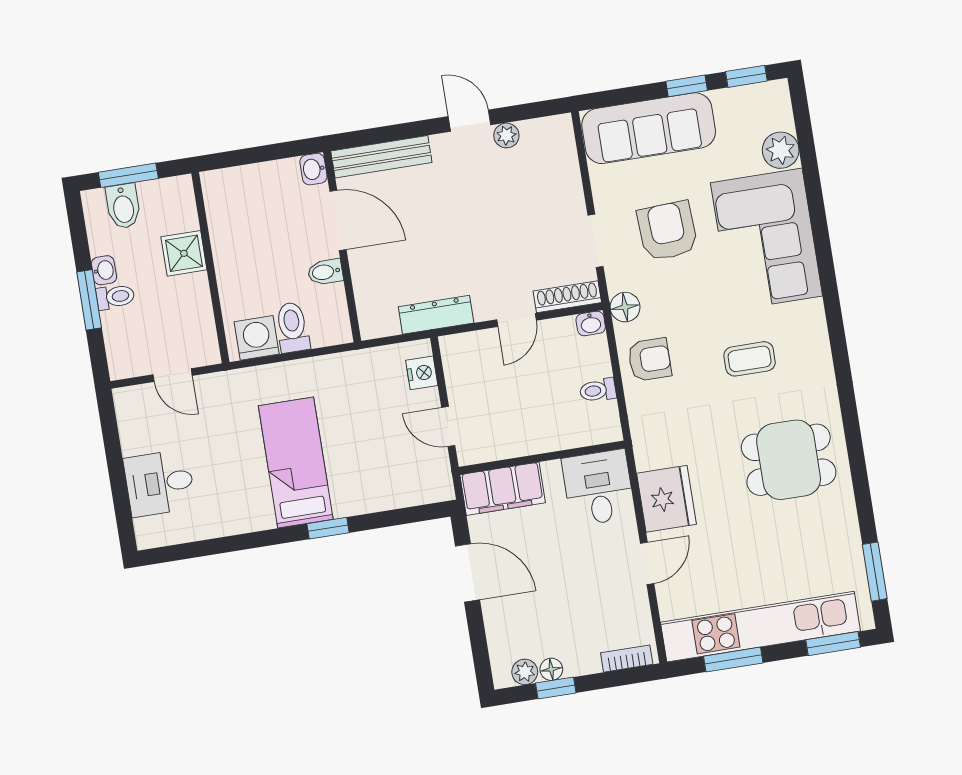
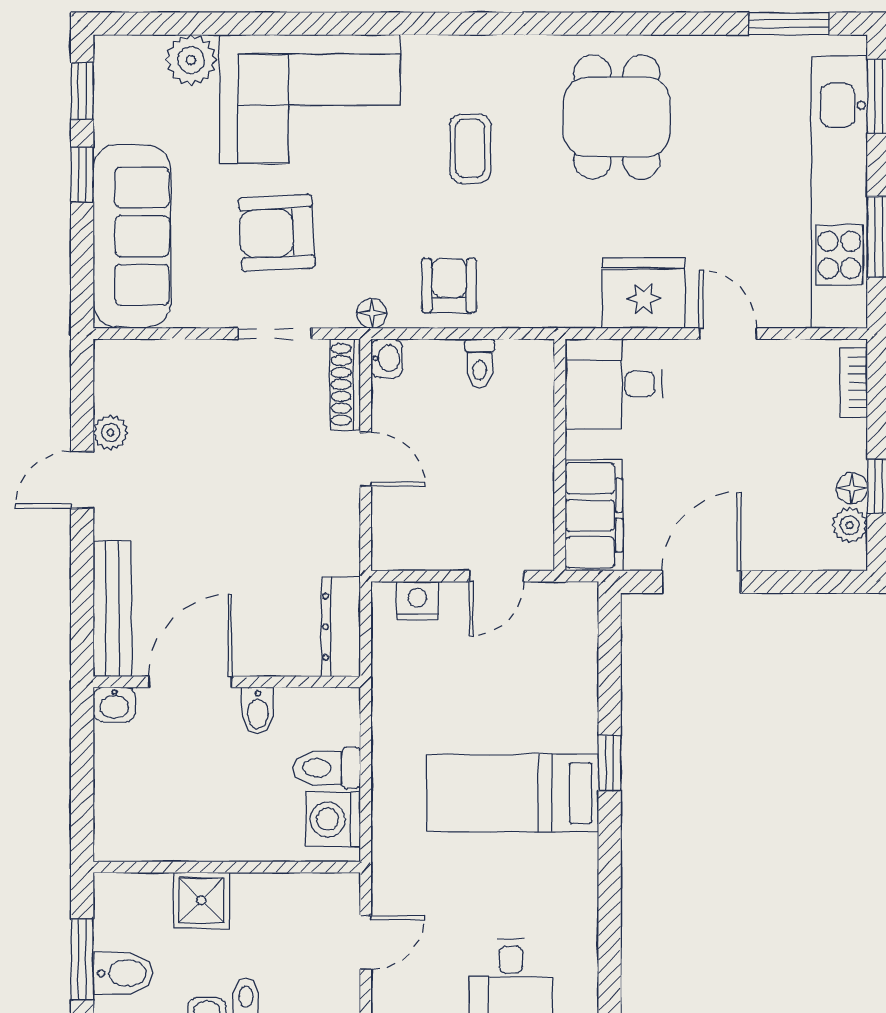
floor lamp: (625, 307) -> (372, 313), width x0.73, depth x0.73
dresser: (436, 315) -> (341, 627), moved

